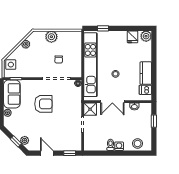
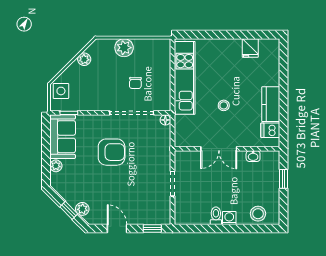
window: (103, 28) -> (204, 35), removed
plant: (146, 36) -> (271, 47), removed
kitchen unit: (90, 65) -> (185, 78), width x0.73
shower: (90, 109) -> (184, 160), removed

